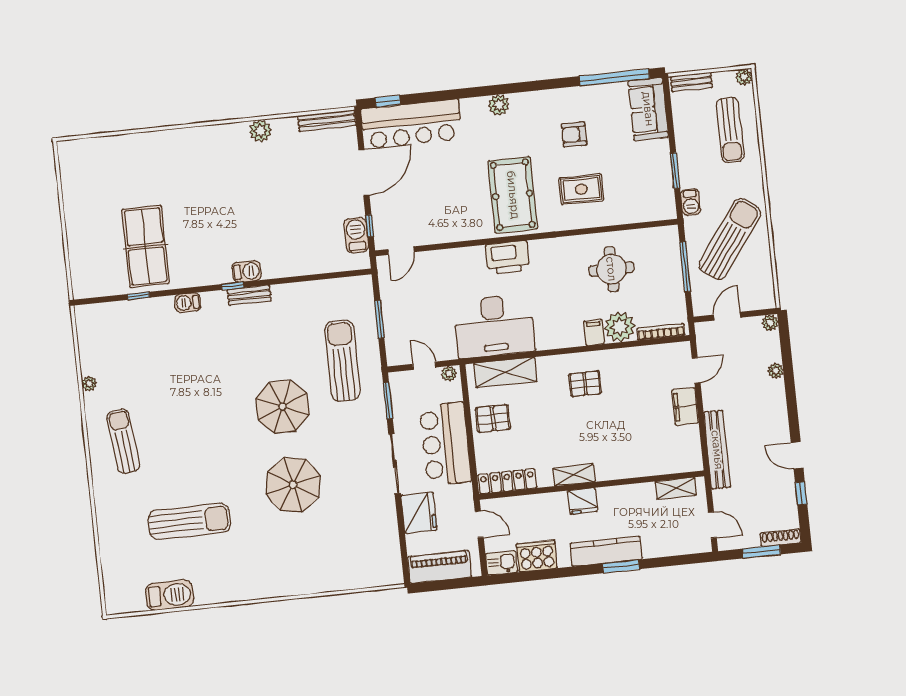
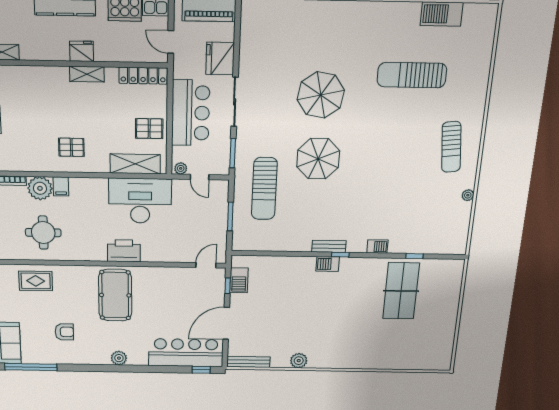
rug: (581, 189) -> (36, 281), moved

